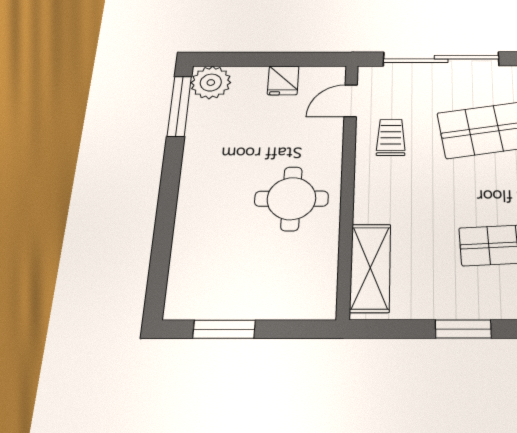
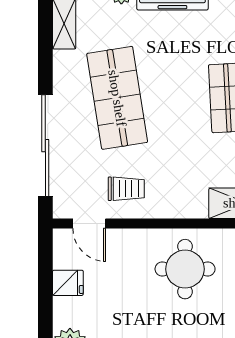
trolley: (391, 137) -> (126, 189), turned 180

